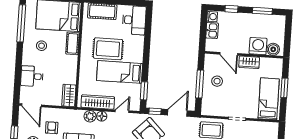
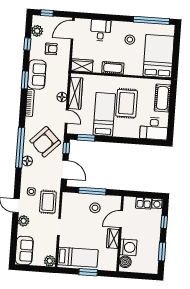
cot: (72, 43) -> (113, 68), moved
plant: (90, 116) -> (50, 261), moved

